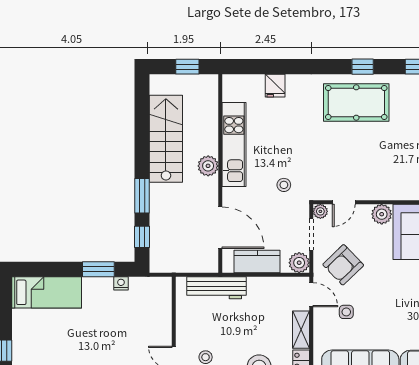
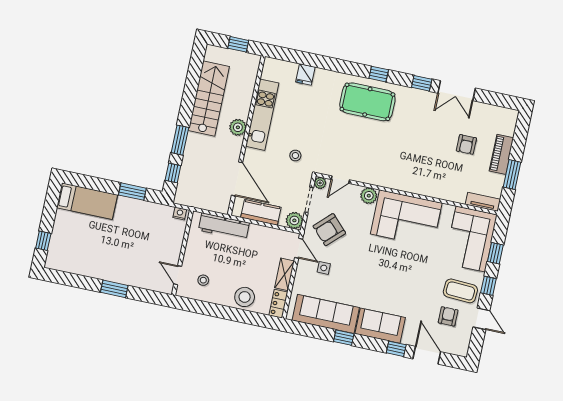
nightstand: (121, 283) -> (180, 213), moved

